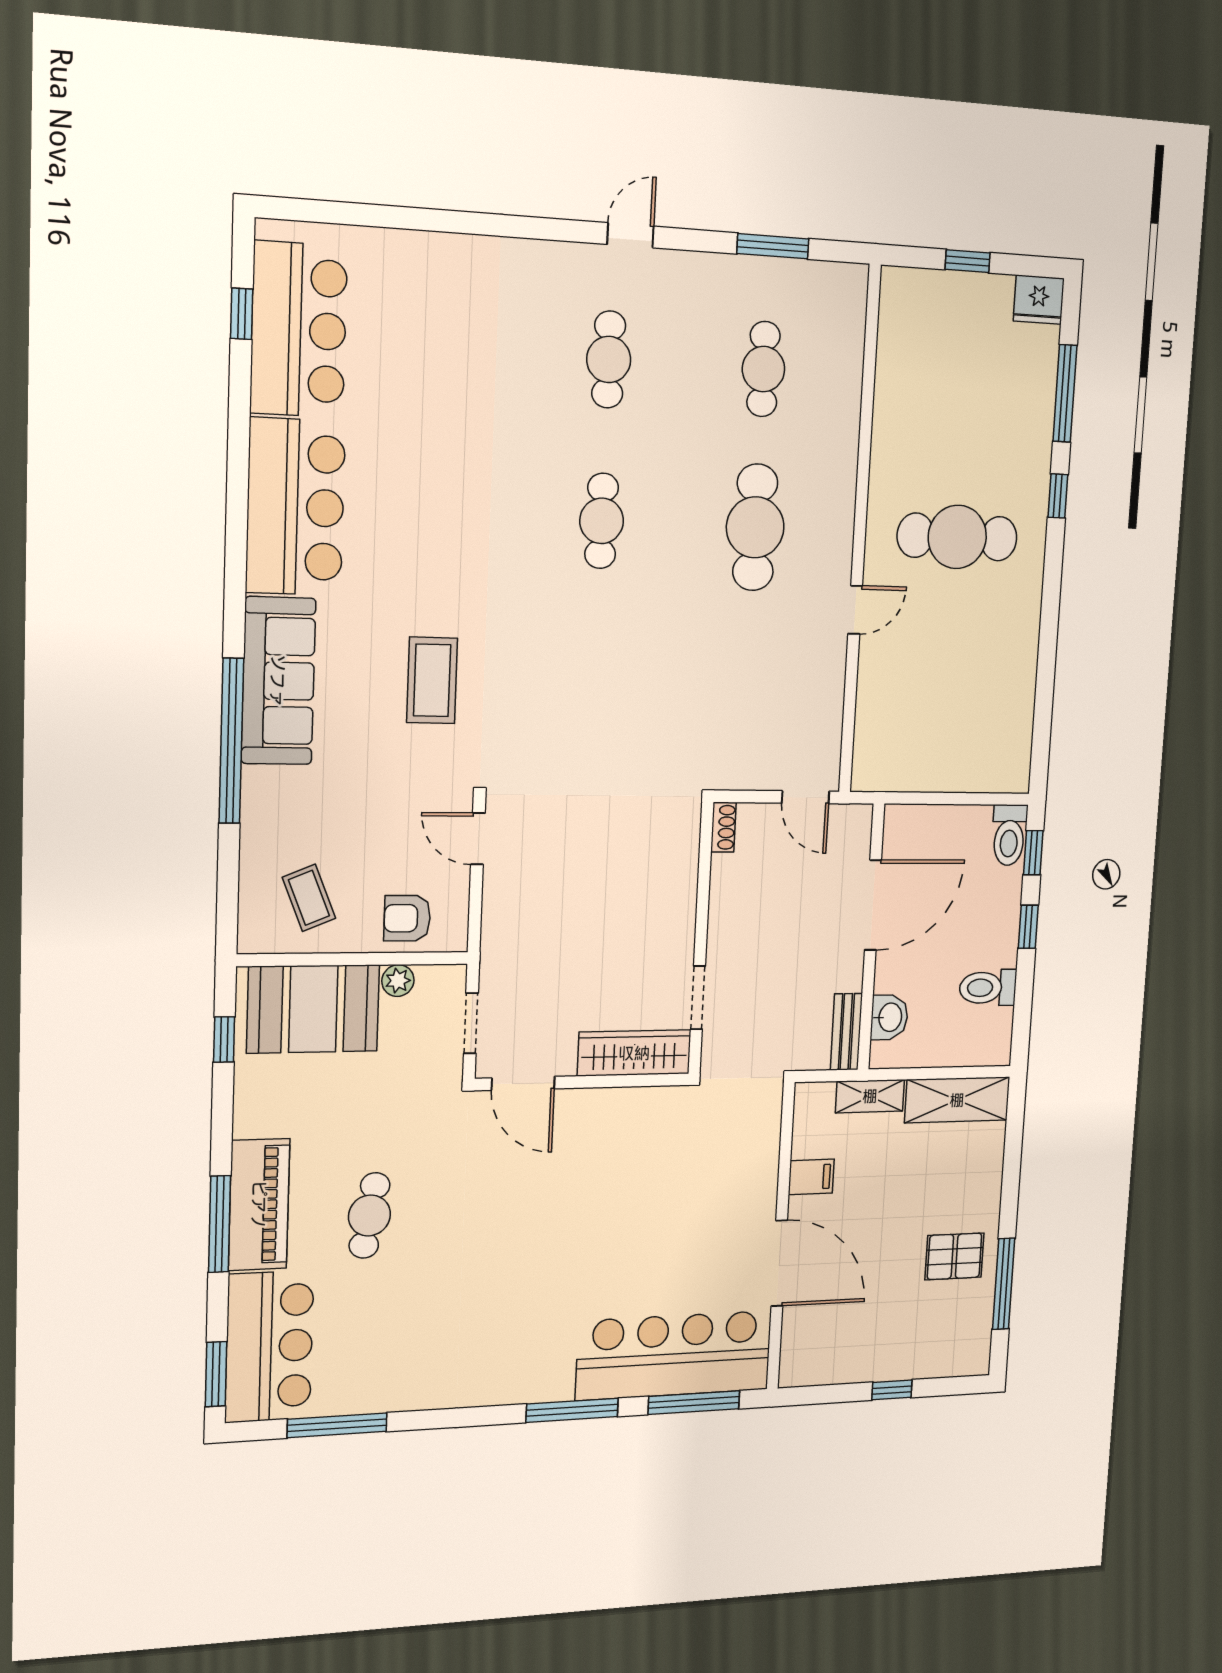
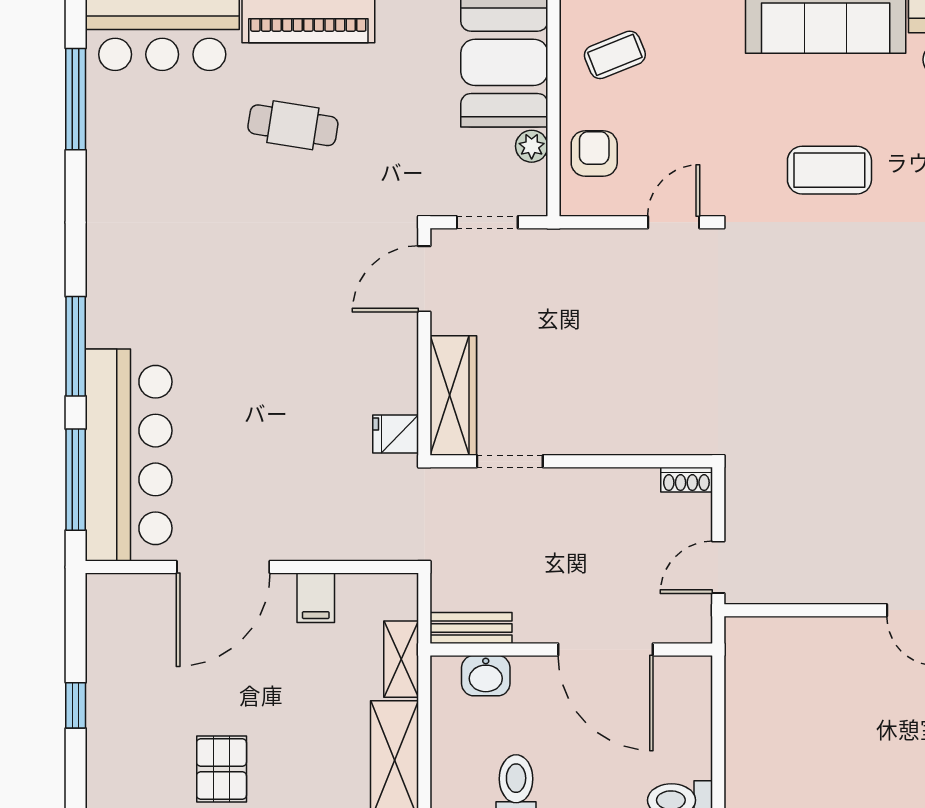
fridge: (667, 1107) -> (396, 434), added

